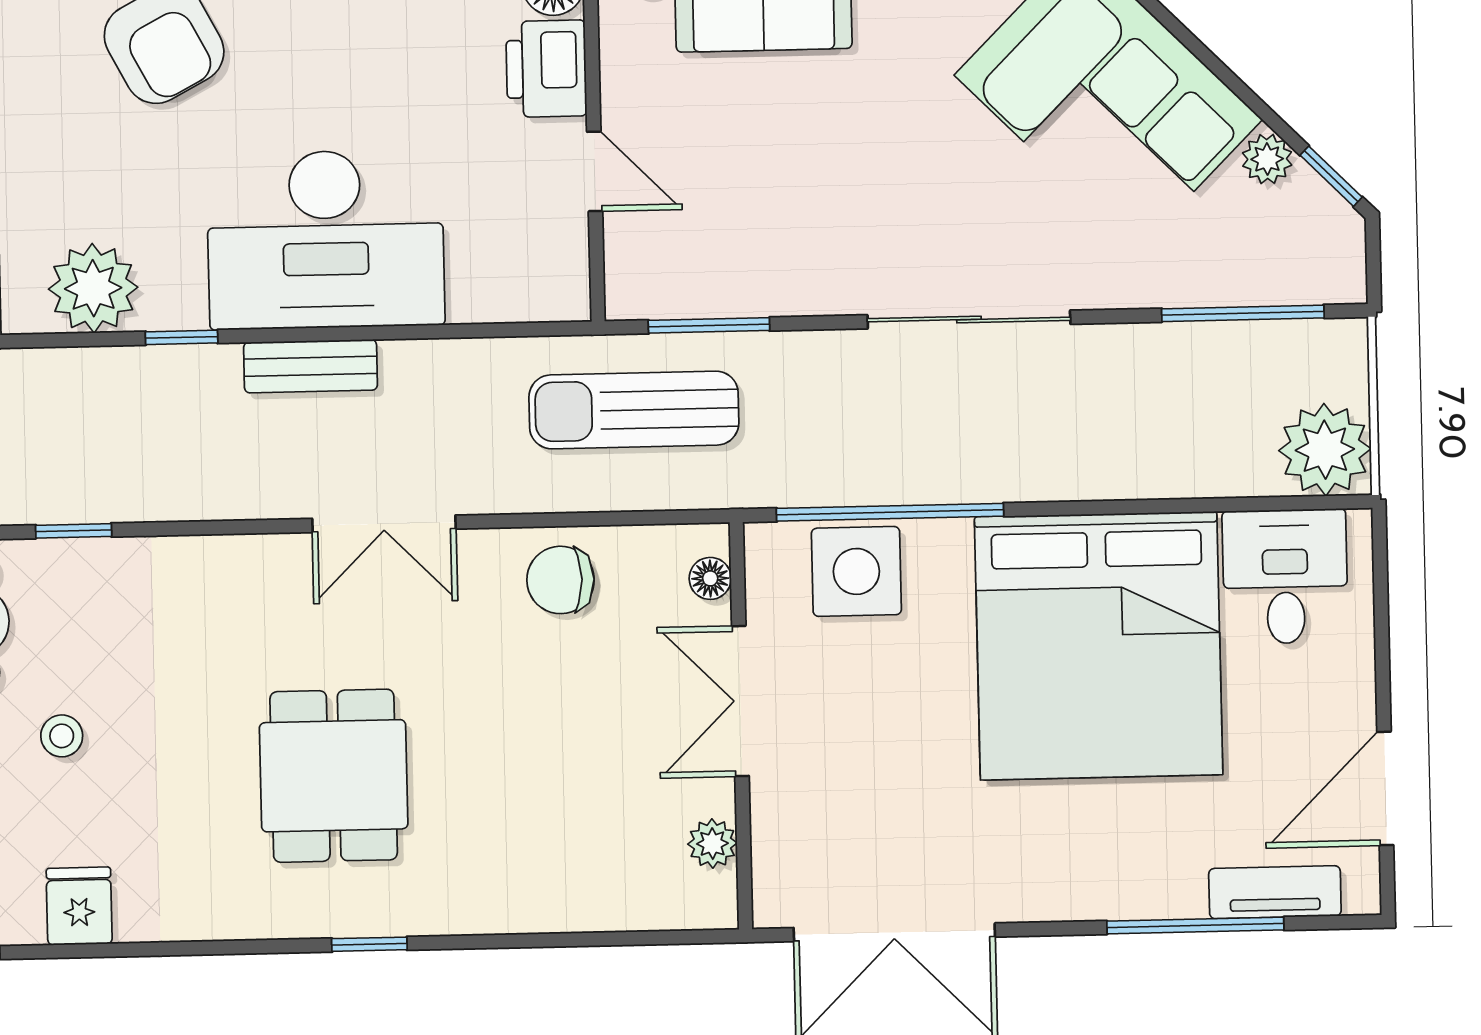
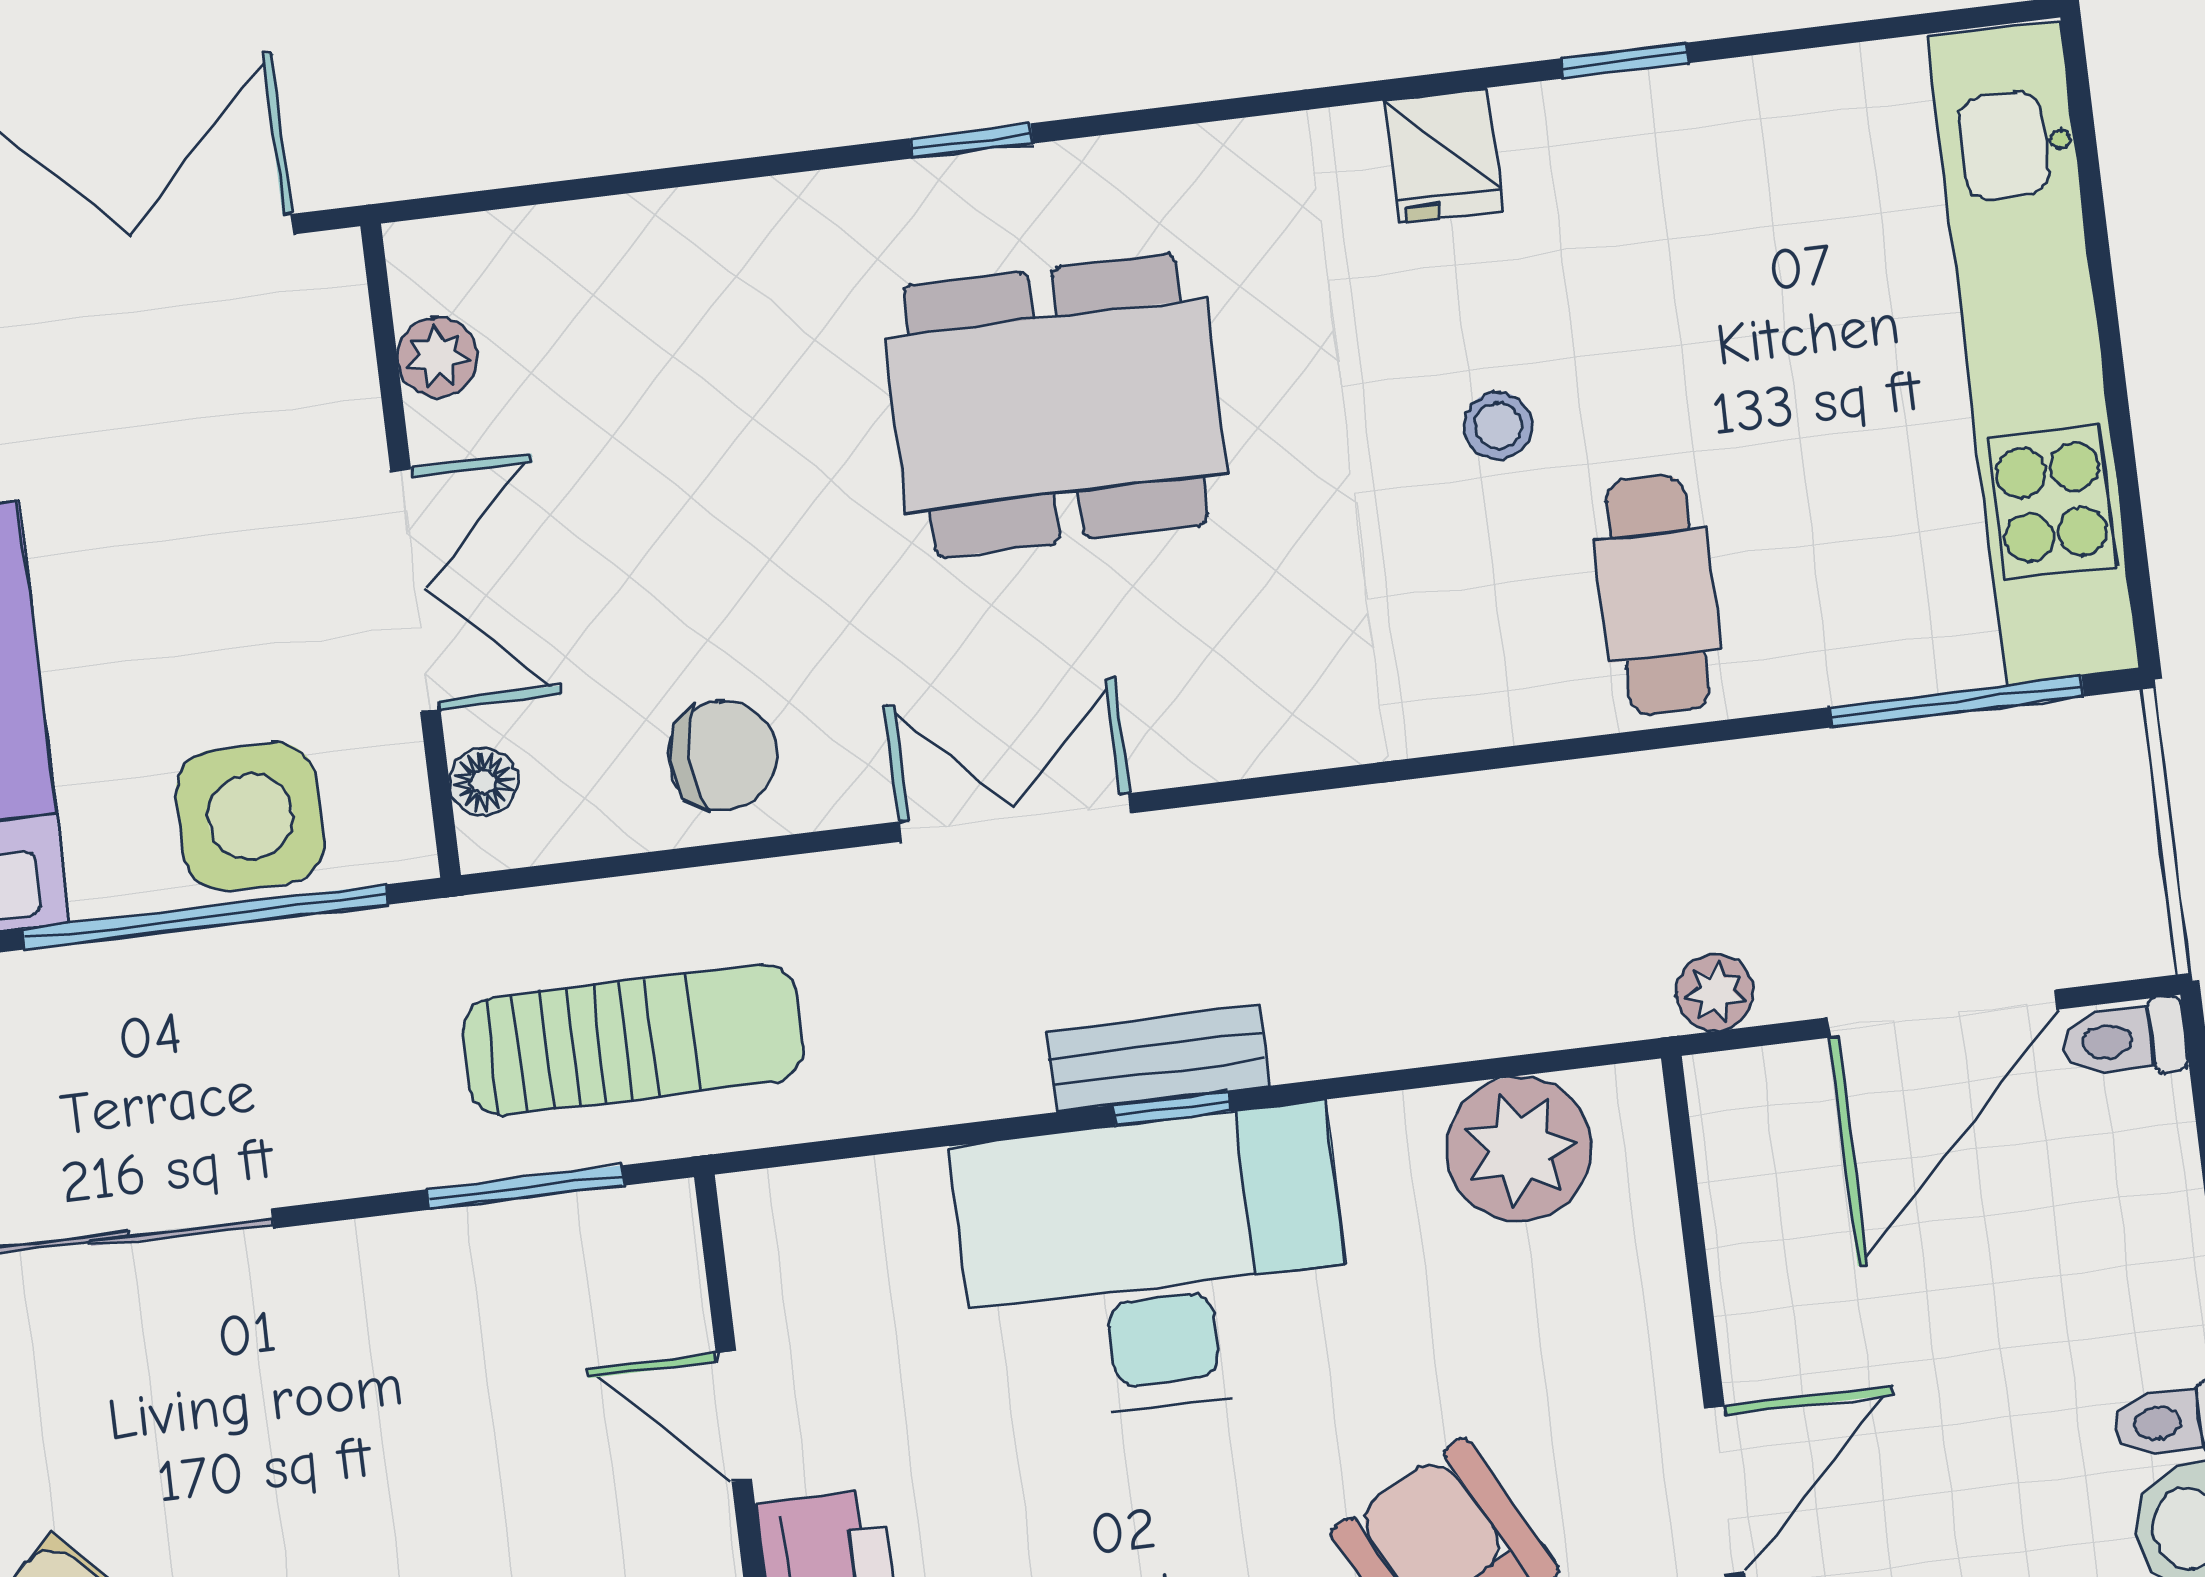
window: (182, 337) -> (1172, 1108), moved
window: (74, 531) -> (1512, 756), removed
dining table: (334, 776) -> (1056, 405), width x1.38

